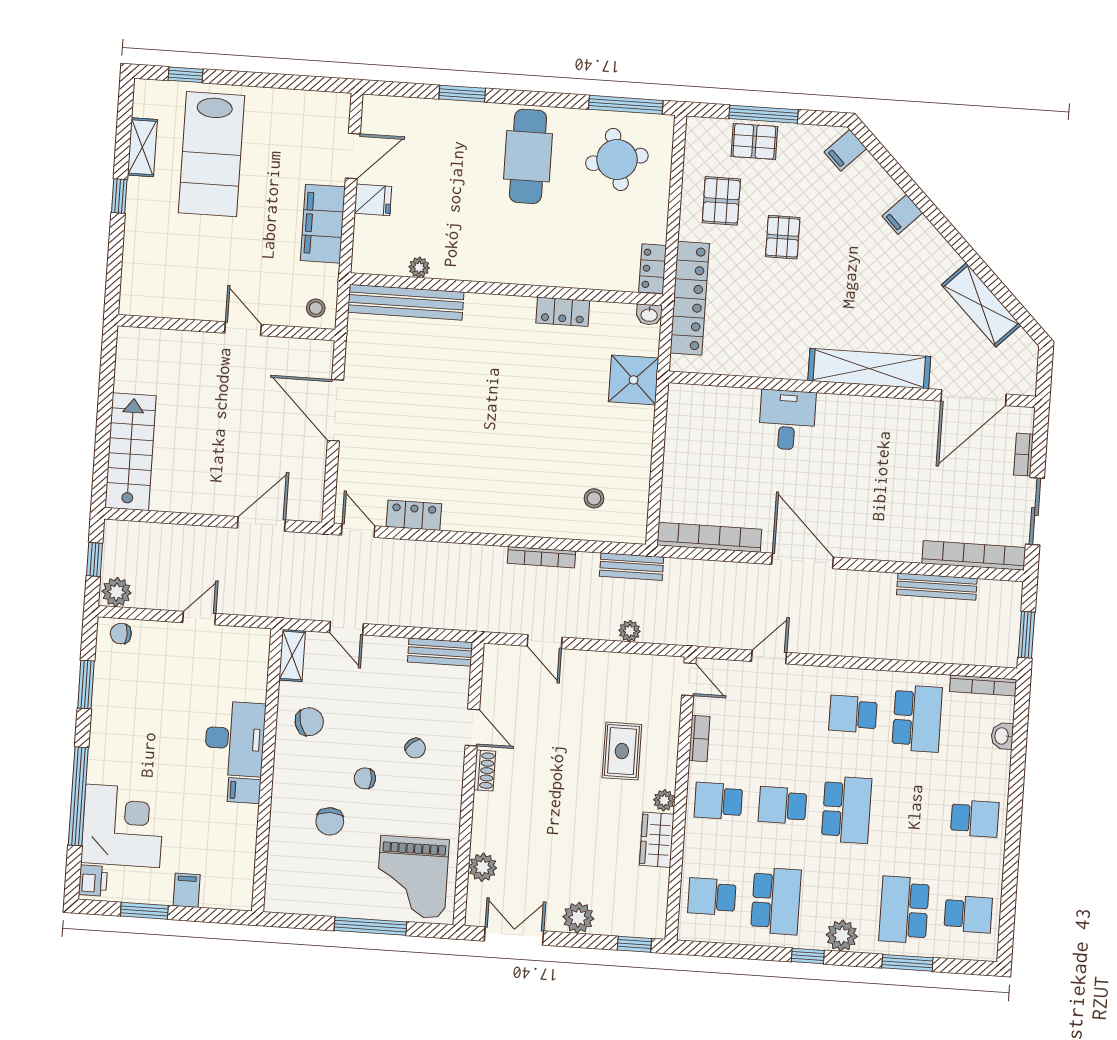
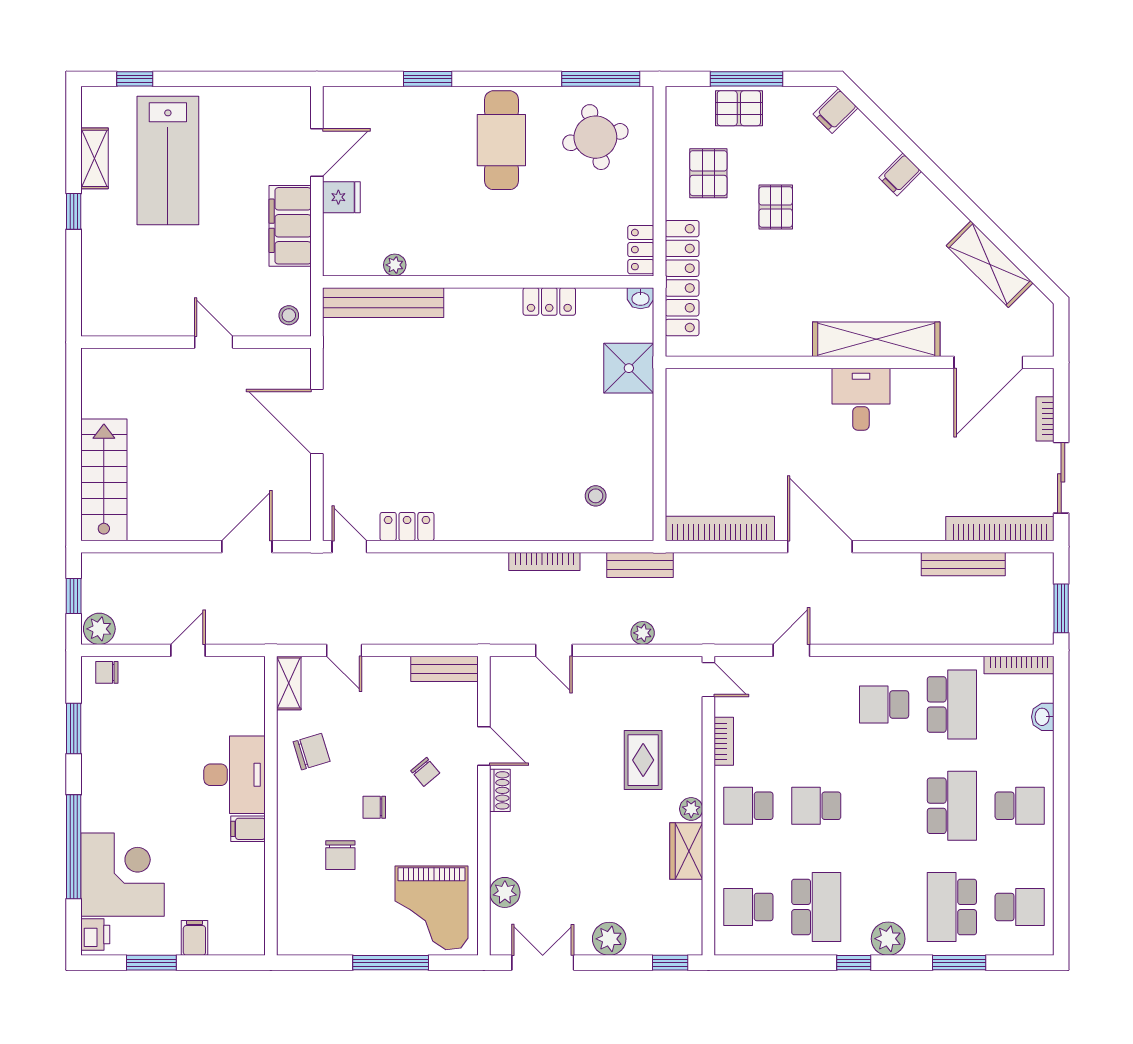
desk: (787, 420) -> (861, 399), moved
school desk: (847, 810) -> (952, 806), moved

